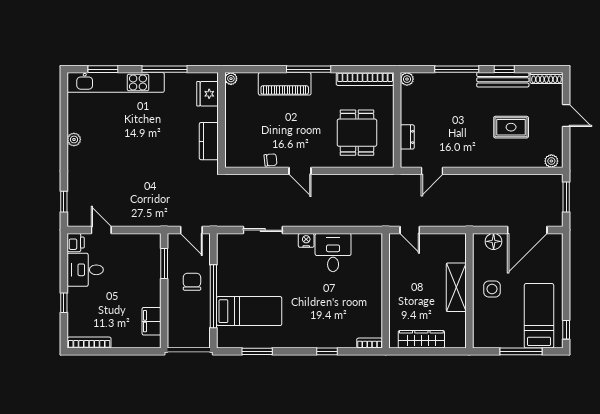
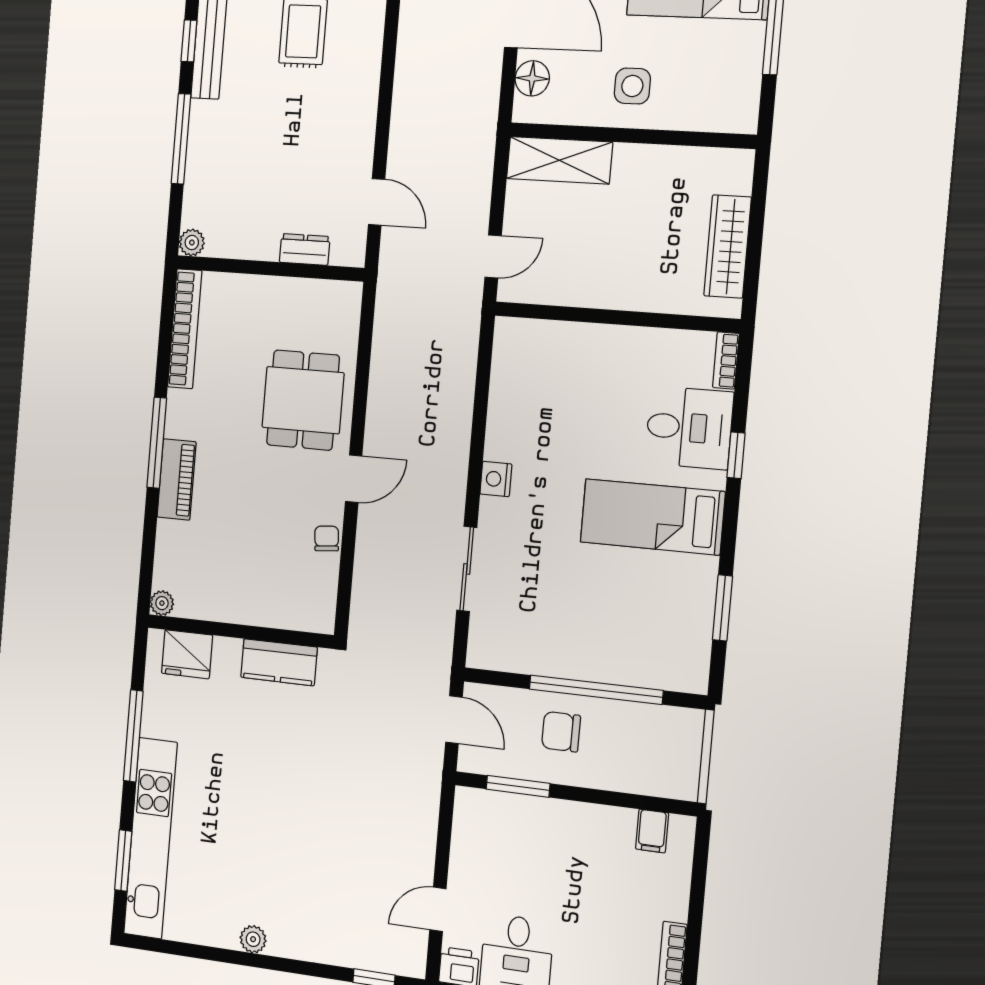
piano: (285, 84) -> (177, 479), width x0.73, depth x0.75
dining table: (357, 133) -> (303, 400), moved, turned 90
door: (191, 230) -> (454, 720), hinge flipped
desk: (333, 253) -> (689, 428), moved, turned 180
shelving: (456, 287) -> (559, 160), moved
bed: (249, 311) -> (652, 517), moved, turned -90
filing cabinet: (151, 321) -> (652, 831), width x0.50

